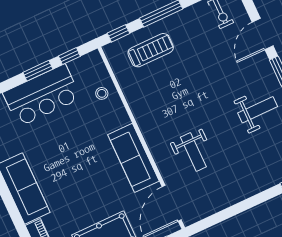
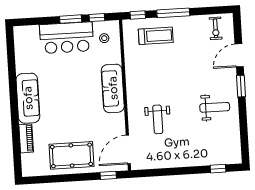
stool: (102, 93) -> (104, 38), moved
sofa: (133, 158) -> (113, 88), moved

